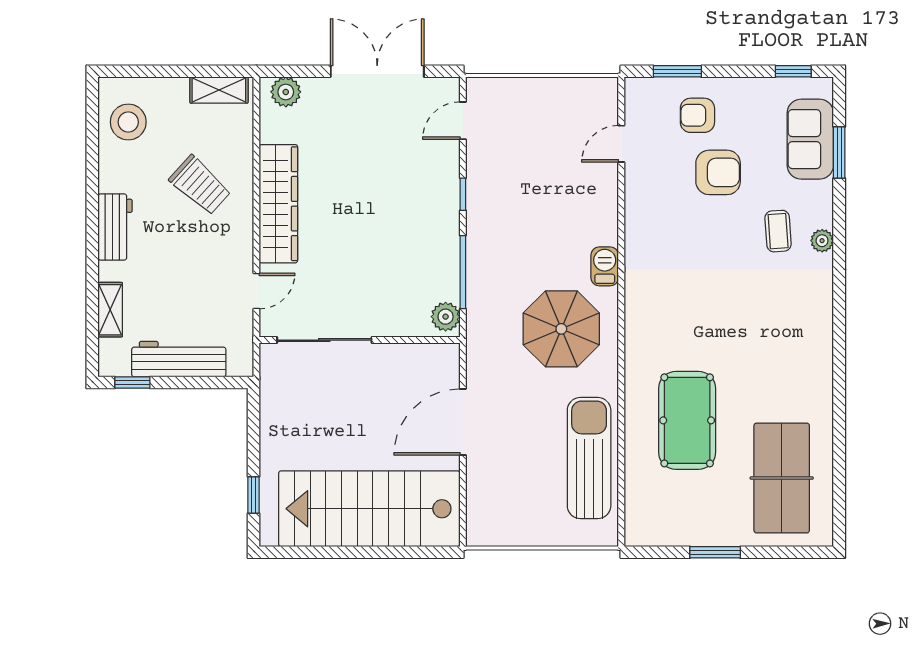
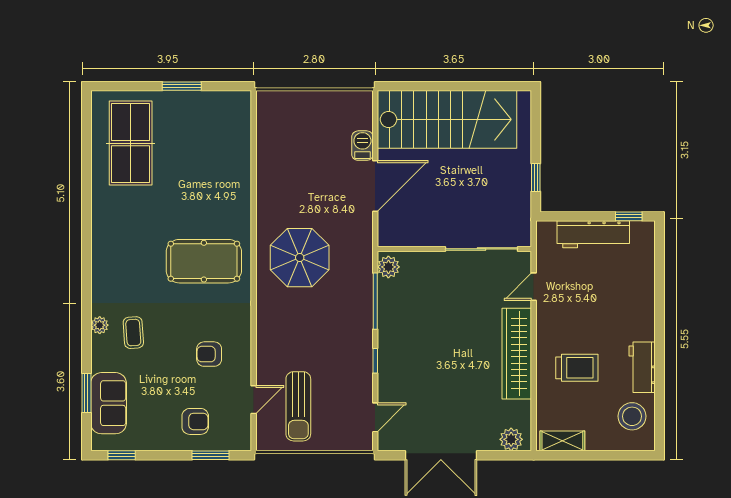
armchair: (718, 172) -> (209, 354), moved, width x0.72, depth x0.72
trolley: (200, 185) -> (577, 368), turned 138
workbench: (115, 227) -> (642, 367), moved
barbecue: (605, 266) -> (362, 146), moved, turned 180
shelving: (110, 310) -> (646, 272), removed
pool table: (687, 420) -> (204, 261), moved, turned 90
sun lounger: (589, 458) -> (298, 406), moved, width x0.73, depth x0.75
window: (254, 495) -> (536, 177), moved

